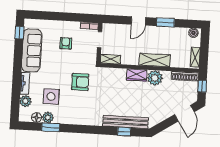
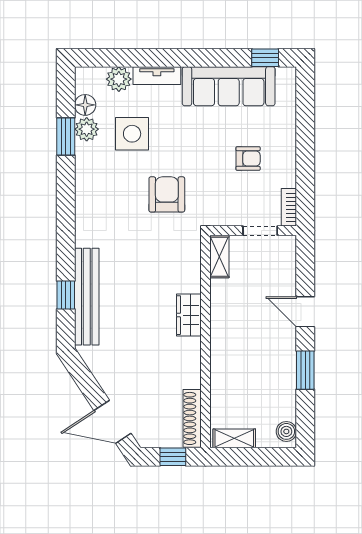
shelving: (155, 60) -> (223, 352), removed
plant: (155, 78) -> (185, 354), removed
armchair: (80, 82) -> (167, 194), turned 180

